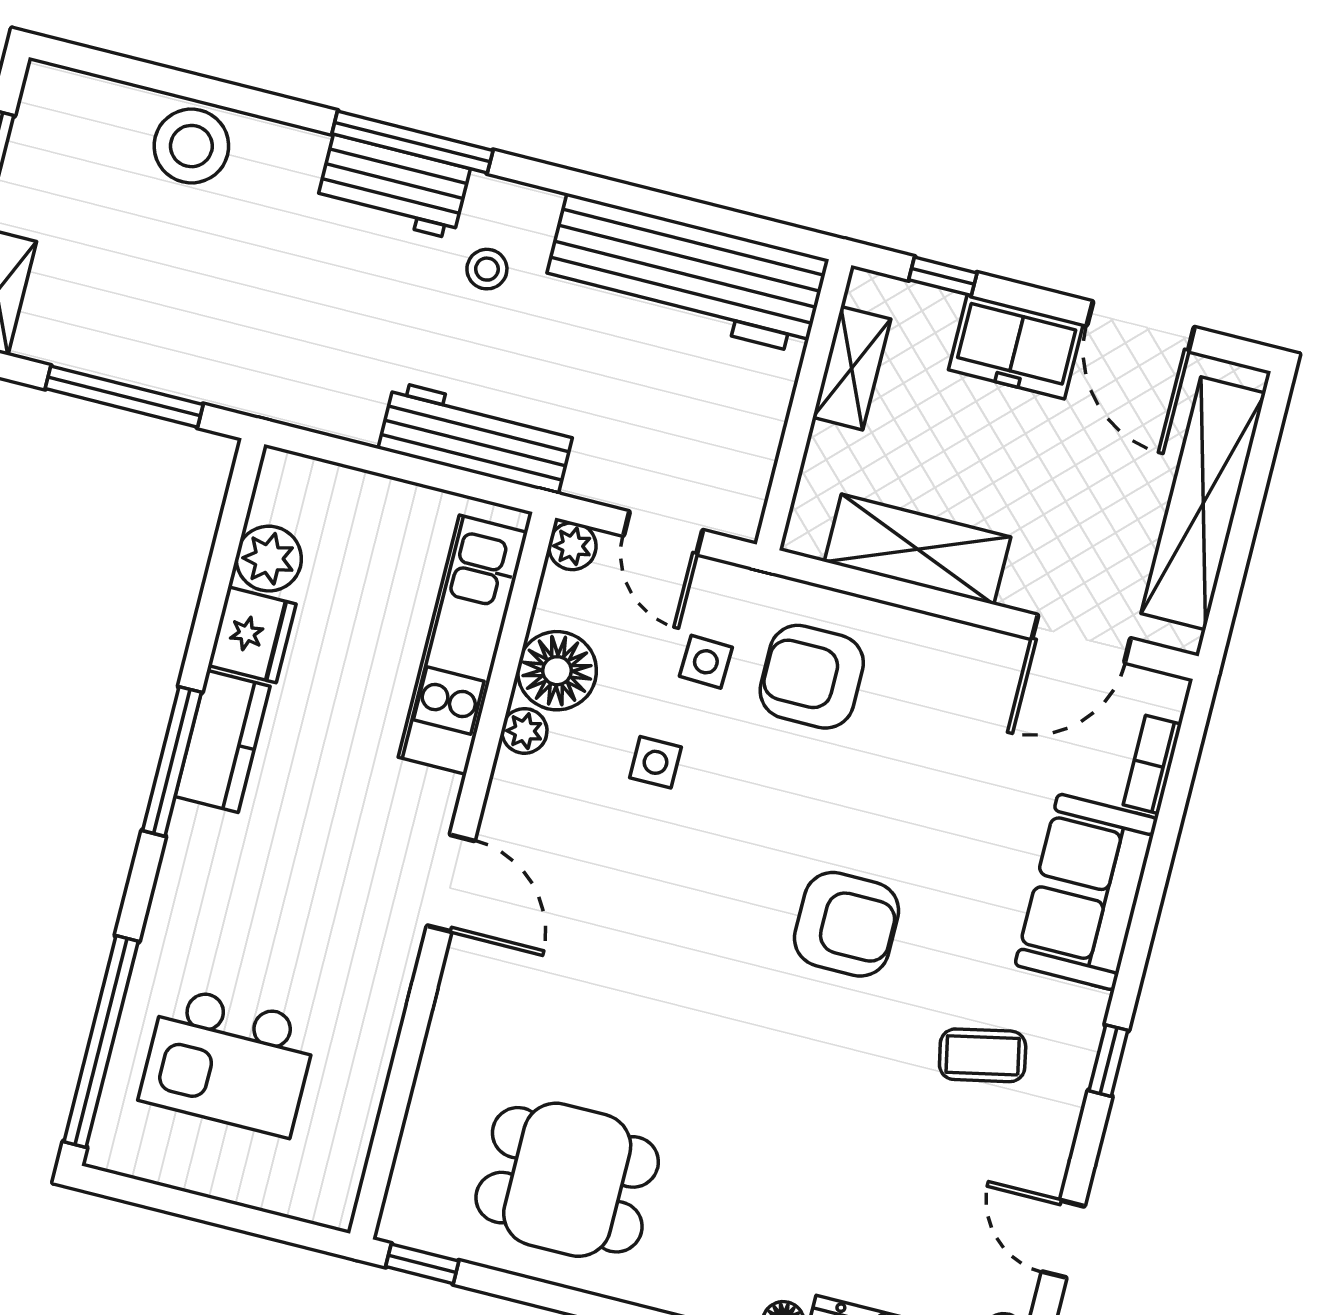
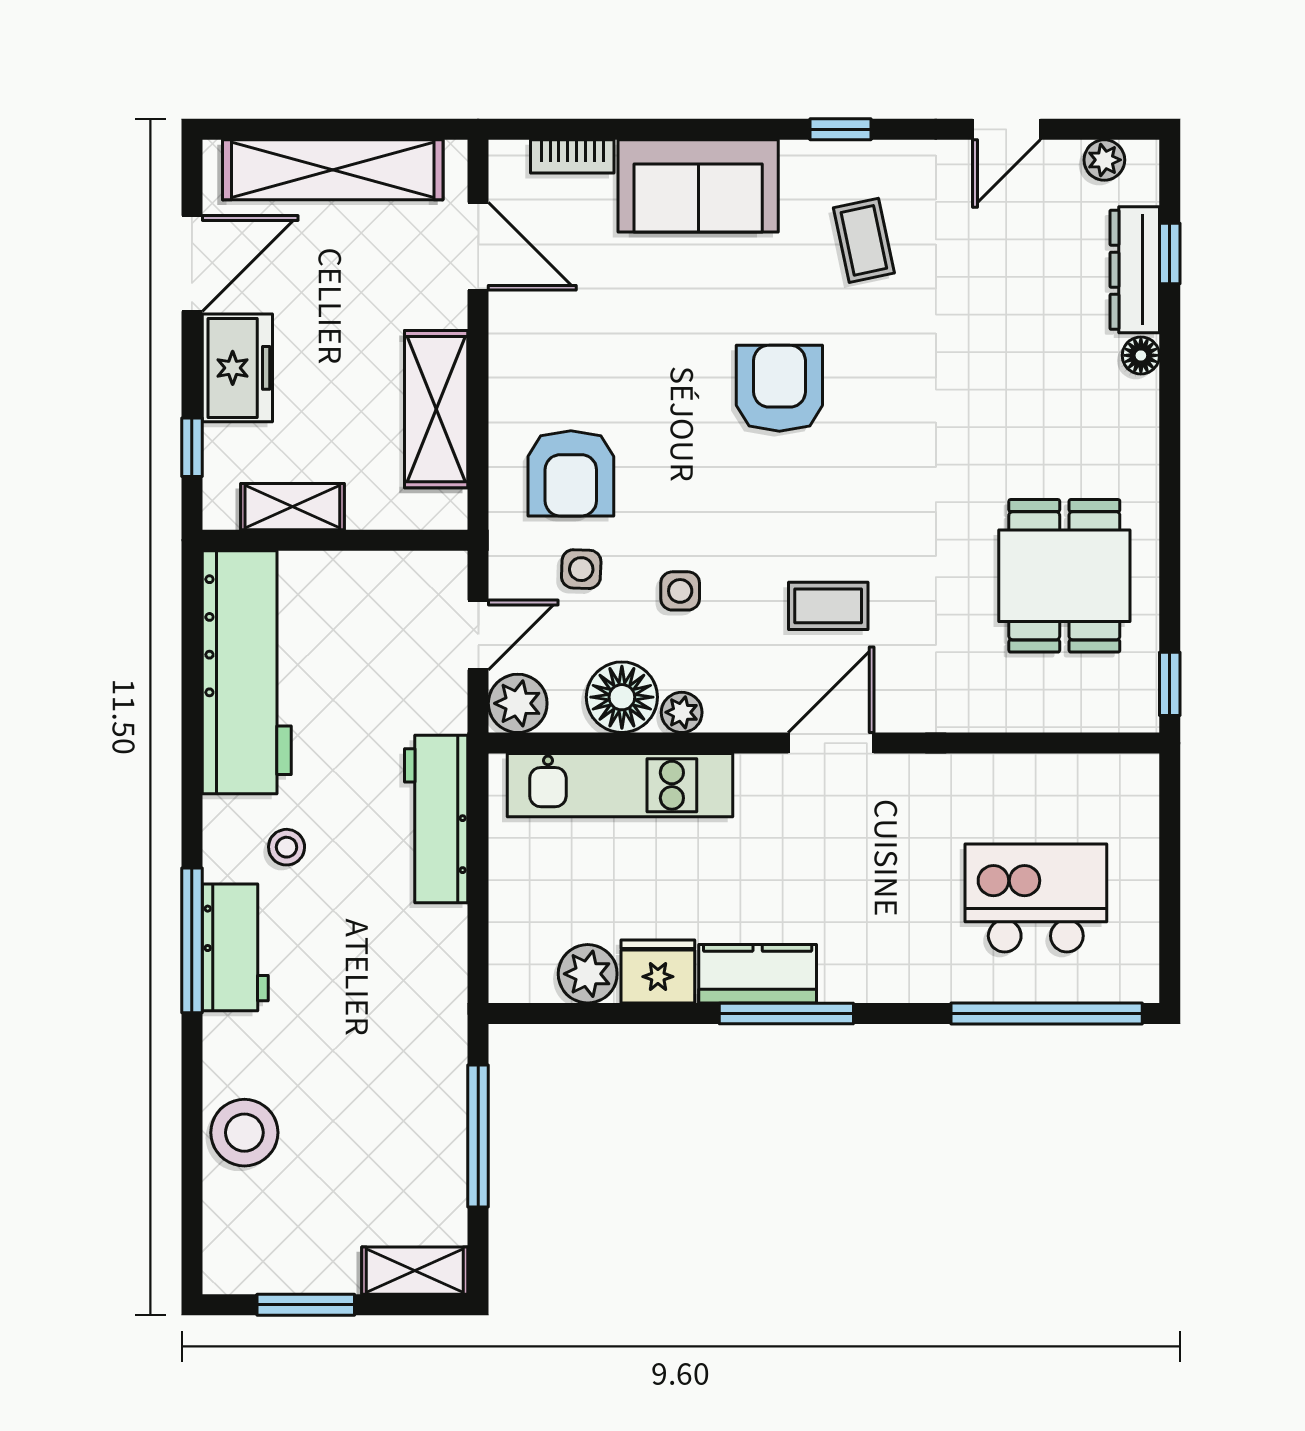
plant: (572, 546) -> (518, 703), width x1.38, depth x1.38
coffee table: (599, 917) -> (828, 606), added
kitchen island: (228, 1061) -> (1036, 898), turned -90

